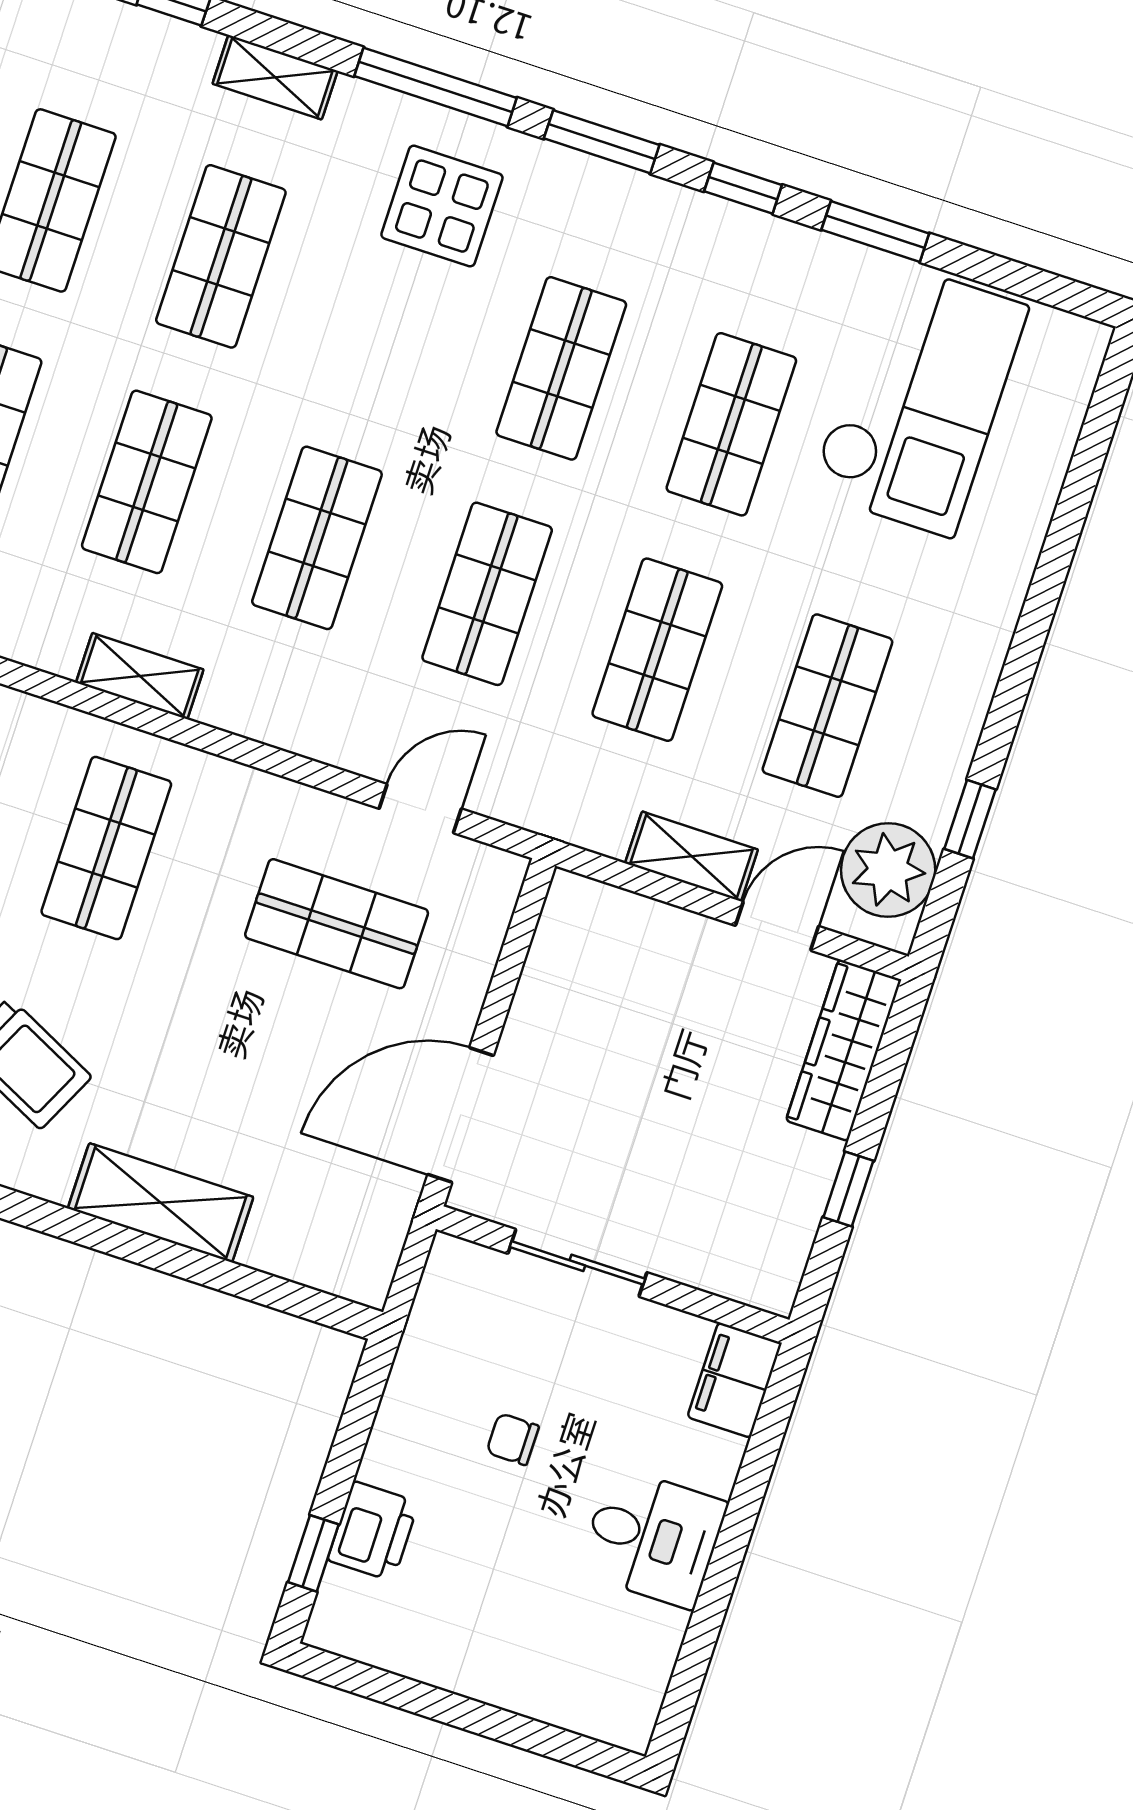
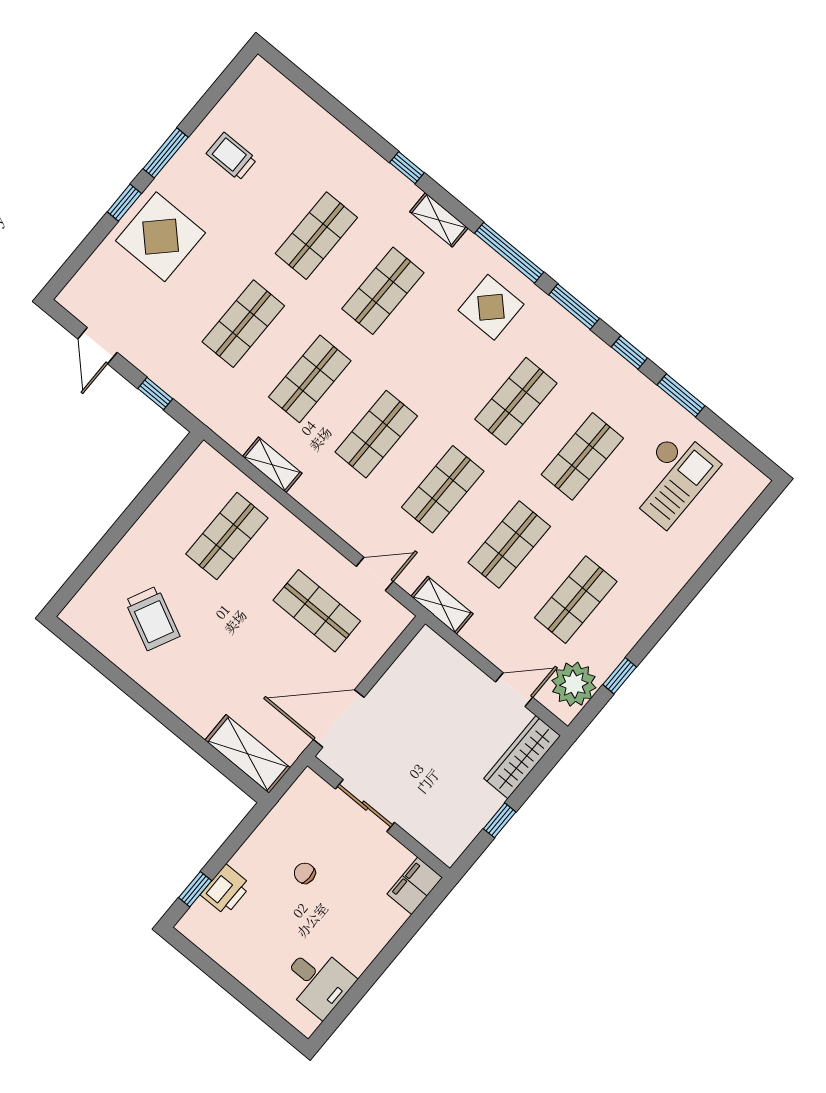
checkout: (919, 399) -> (671, 478), width x0.73, depth x0.83
shelving: (691, 856) -> (442, 605), moved
shelving: (161, 1203) -> (248, 754), moved
desk: (653, 1538) -> (318, 981), moved

